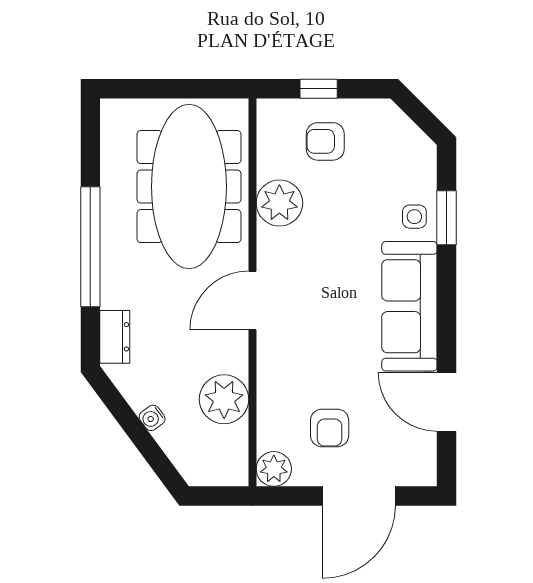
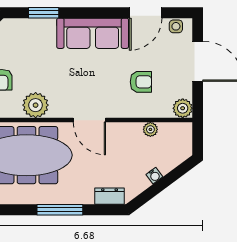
side table: (414, 217) -> (176, 26), moved
window: (90, 247) -> (60, 210), width x0.68
plant: (224, 399) -> (150, 129), width x0.53, depth x0.53
armchair: (330, 428) -> (141, 82), moved

